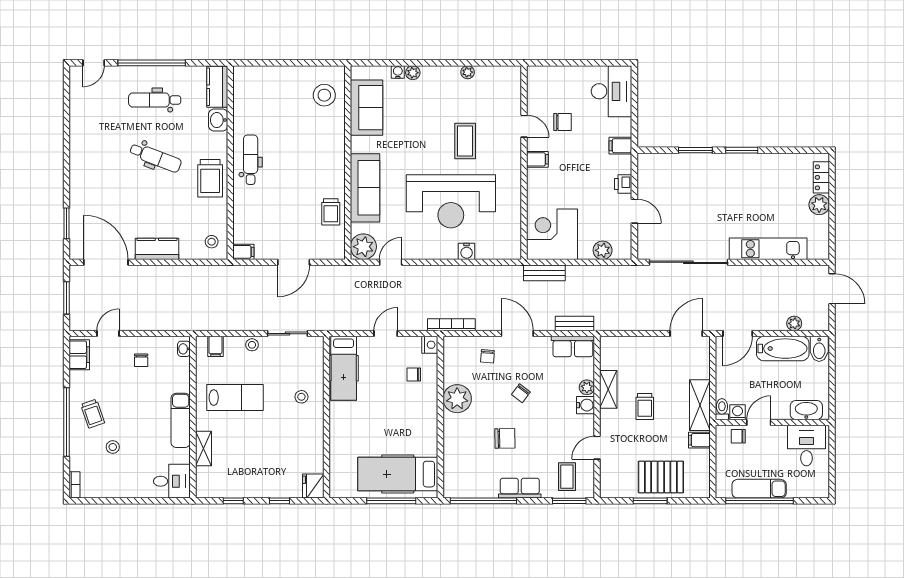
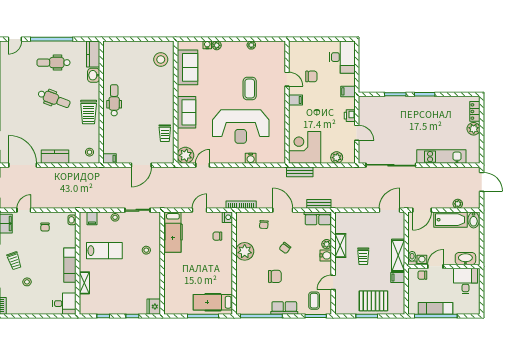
sofa: (365, 188) -> (186, 112), width x0.73
hospital bed: (398, 474) -> (213, 302), width x0.73, depth x0.78

